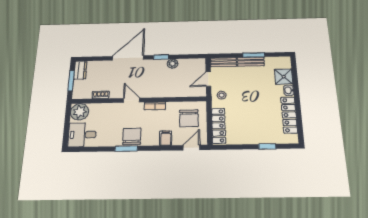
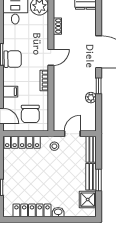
shower: (284, 77) -> (88, 200), moved
door: (208, 79) -> (72, 134), hinge flipped
chair: (189, 118) -> (30, 114), turned -90

